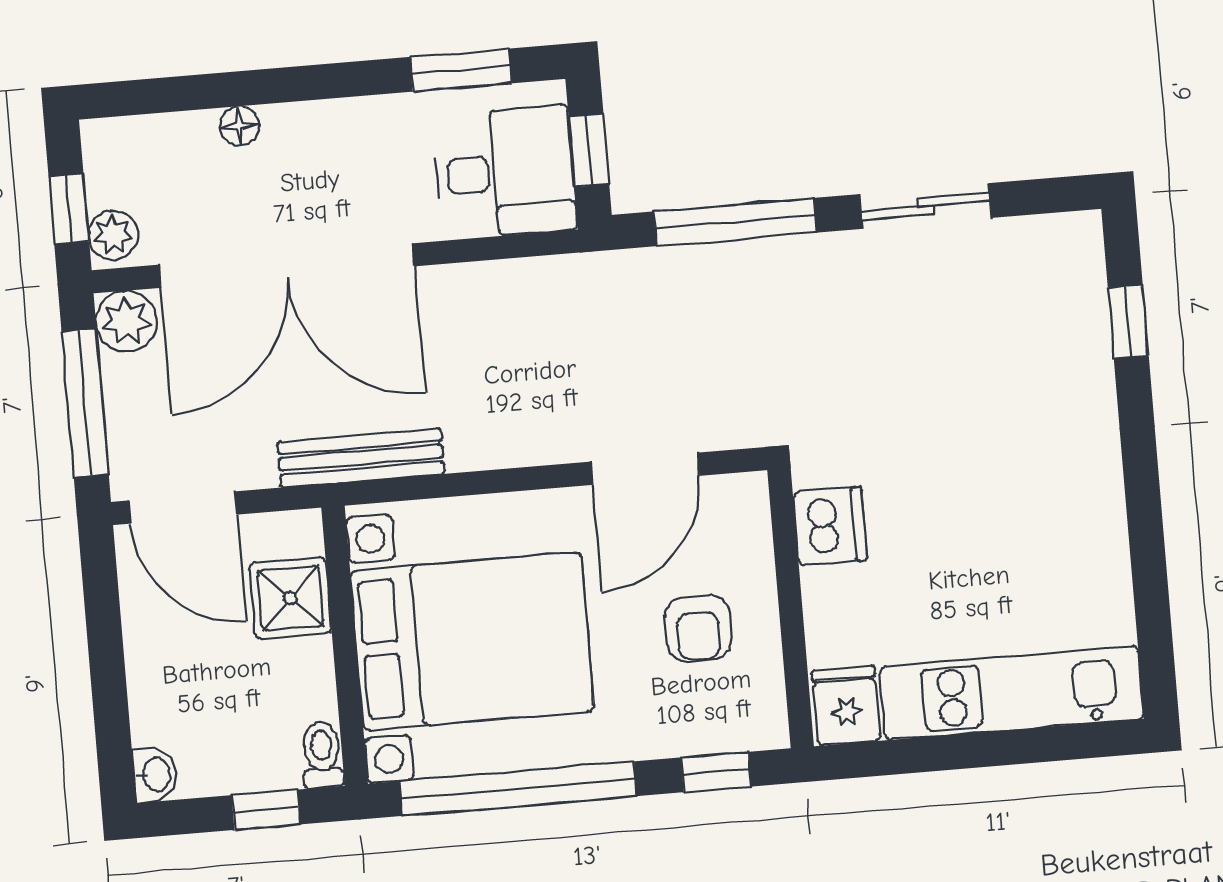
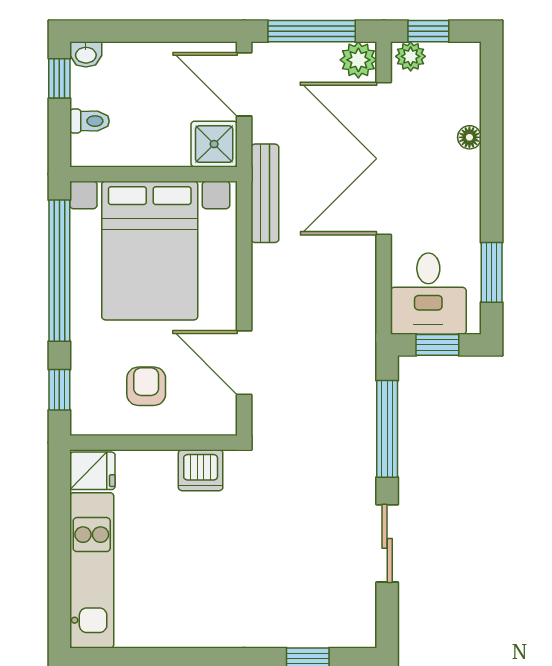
door: (183, 508) -> (244, 84), hinge flipped
shower: (290, 598) -> (214, 144), moved
armchair: (698, 628) -> (146, 386), turned 90
toilet: (322, 755) -> (89, 121), moved
window: (266, 810) -> (59, 78), moved

